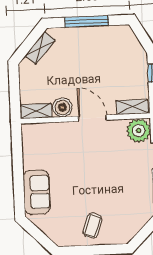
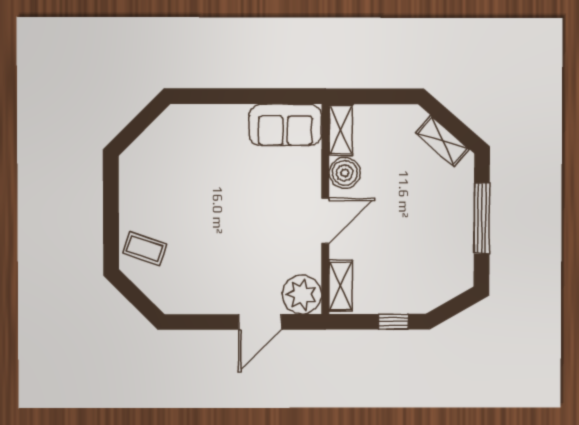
sofa: (37, 192) -> (285, 125), moved
coffee table: (92, 226) -> (145, 249), moved

